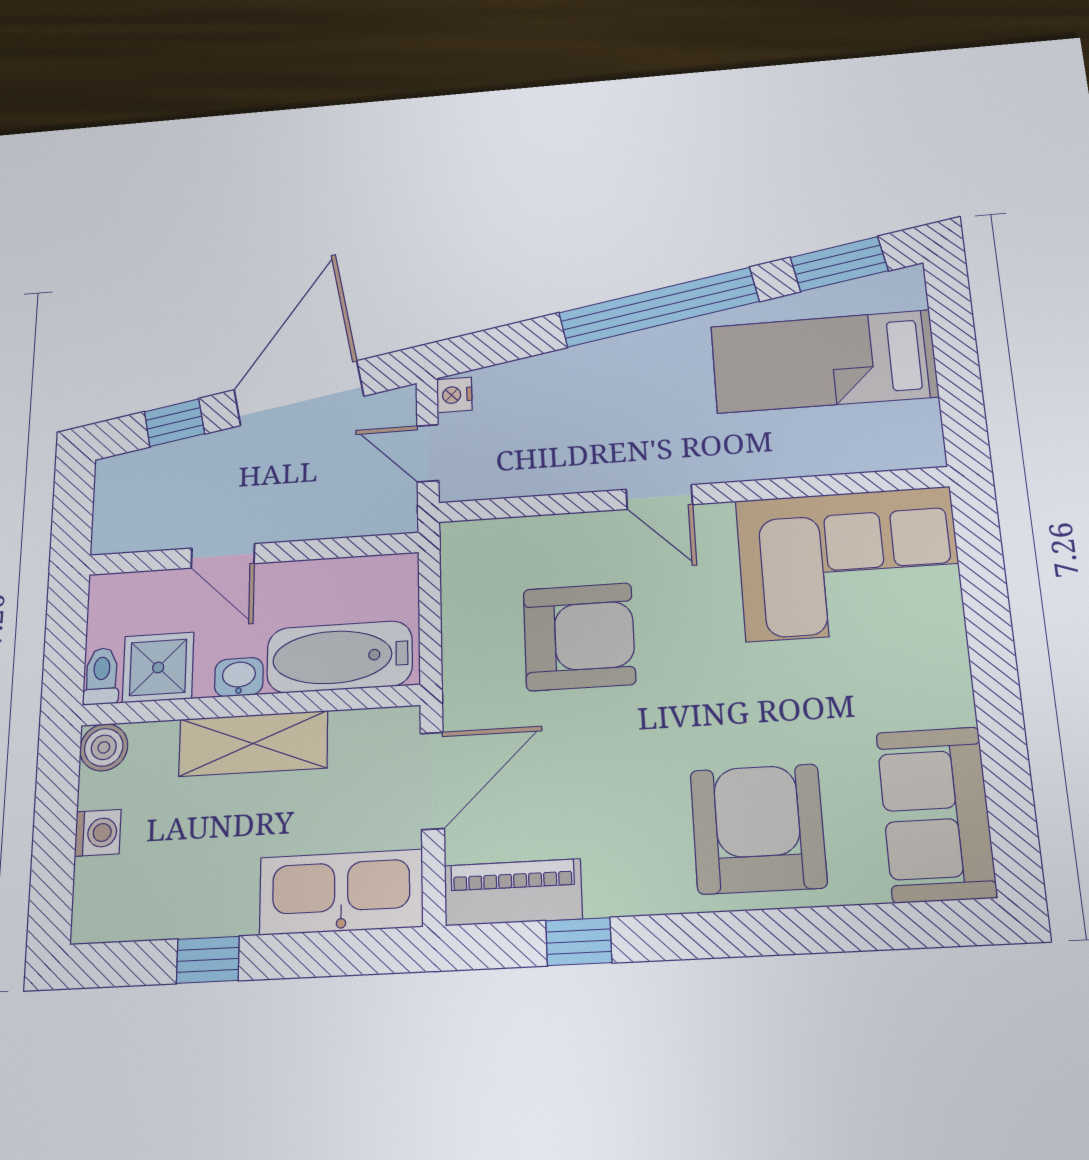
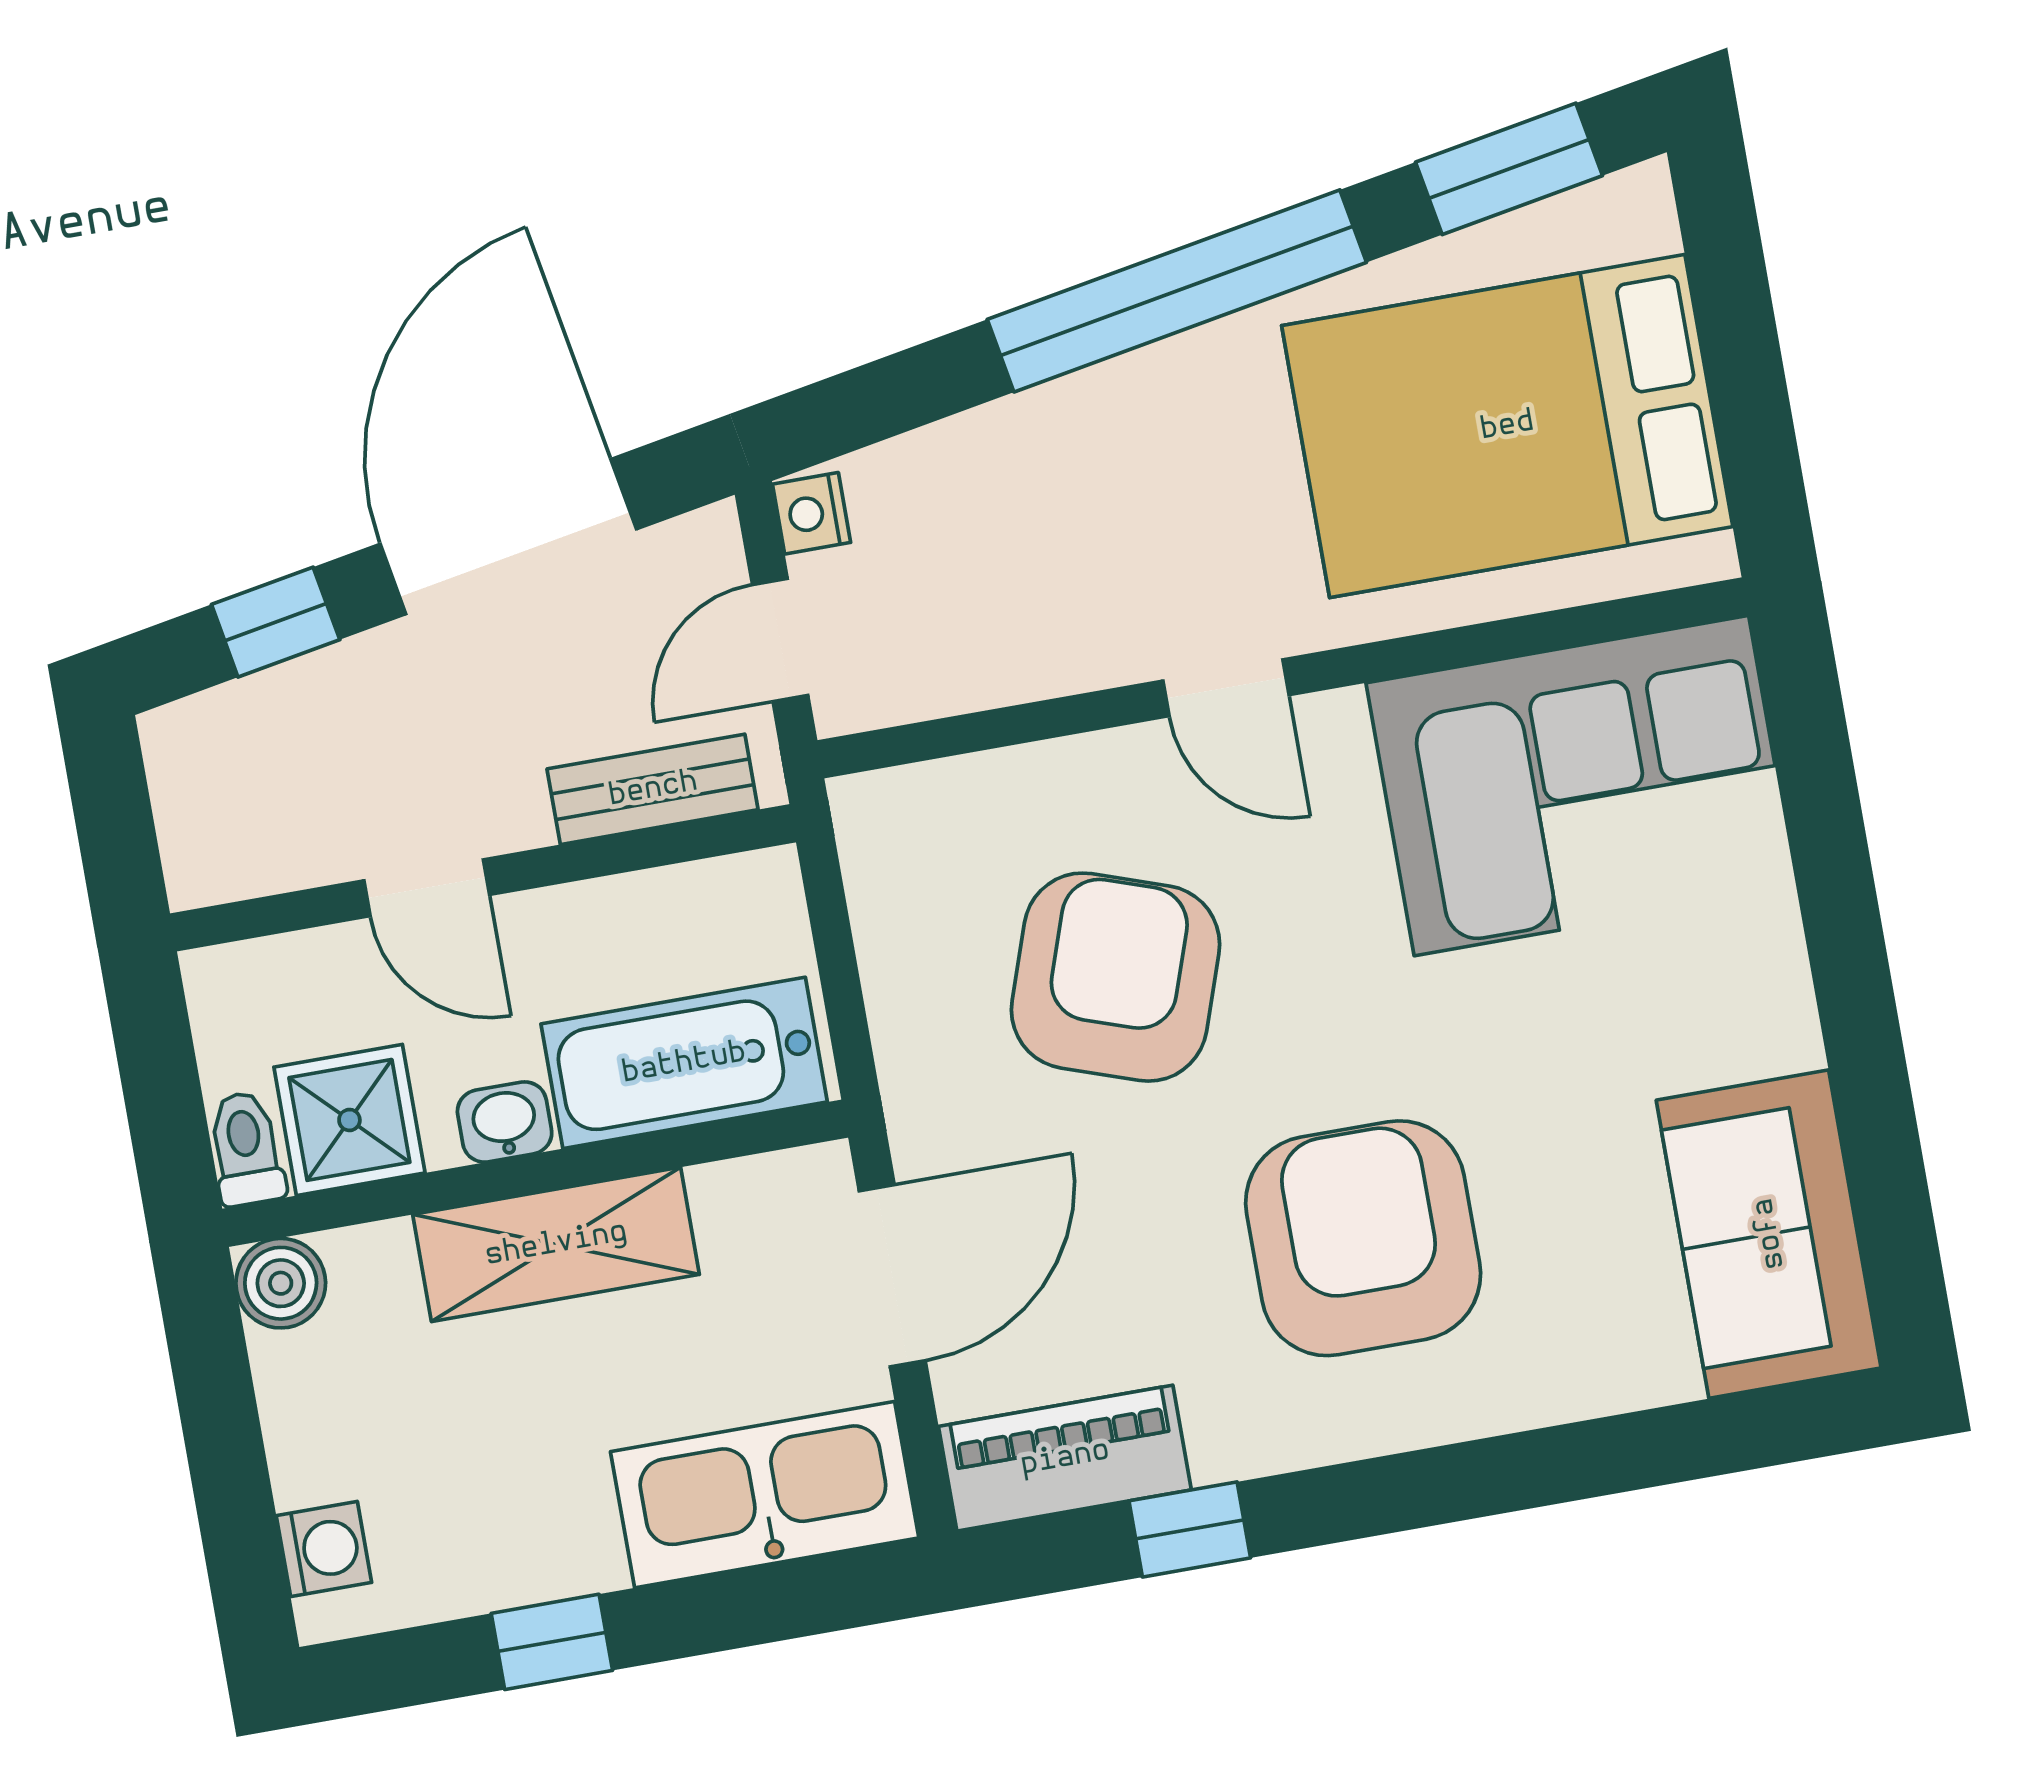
bed: (824, 362) -> (1507, 426), width x1.50
door: (428, 453) -> (780, 640), hinge flipped
bench: (349, 519) -> (653, 789), added
armchair: (579, 637) -> (1115, 977), turned -71
armchair: (758, 829) -> (1363, 1238), moved
washing machine: (98, 833) -> (324, 1549), moved

